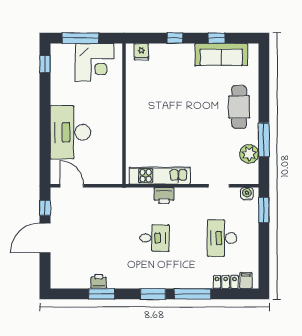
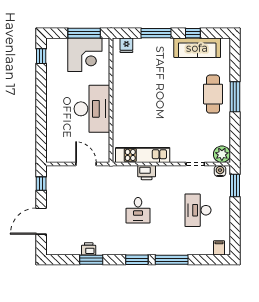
window: (80, 38) -> (84, 33), moved
window: (175, 38) -> (156, 33), width x2.17
desk: (70, 132) -> (92, 109), moved, turned 180
window: (264, 140) -> (235, 97), moved
plant: (249, 154) -> (222, 154), moved
door: (72, 186) -> (86, 164), moved
door: (45, 238) -> (41, 221), moved
desk: (154, 238) -> (138, 210), turned 90
locker: (226, 282) -> (201, 249), removed

